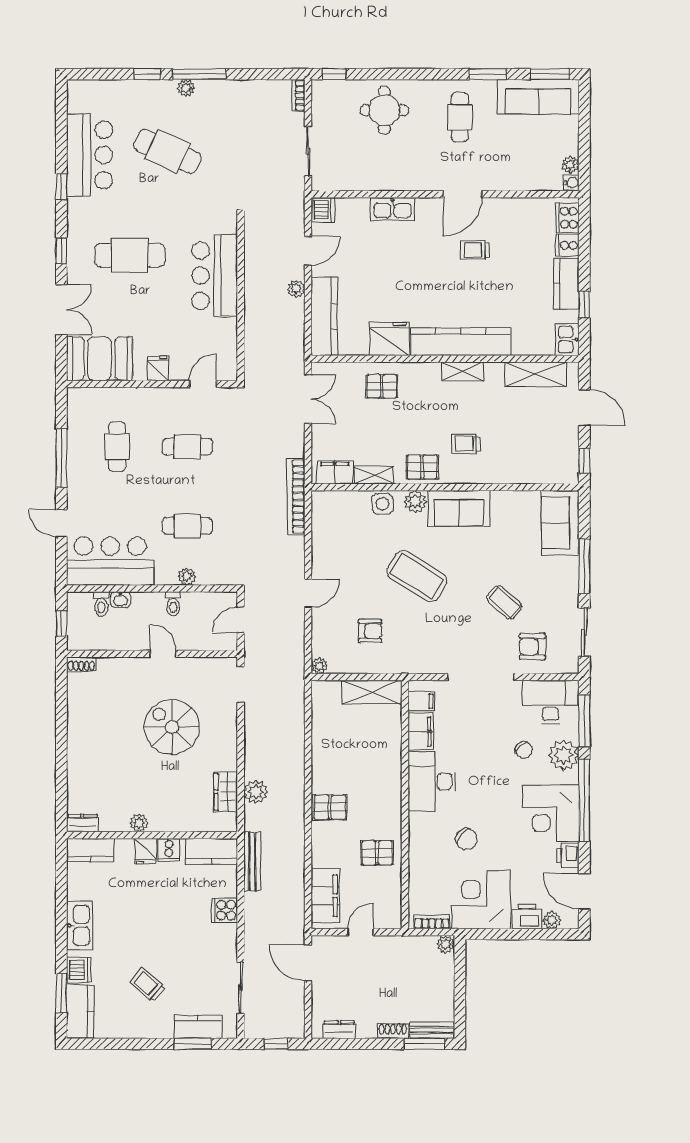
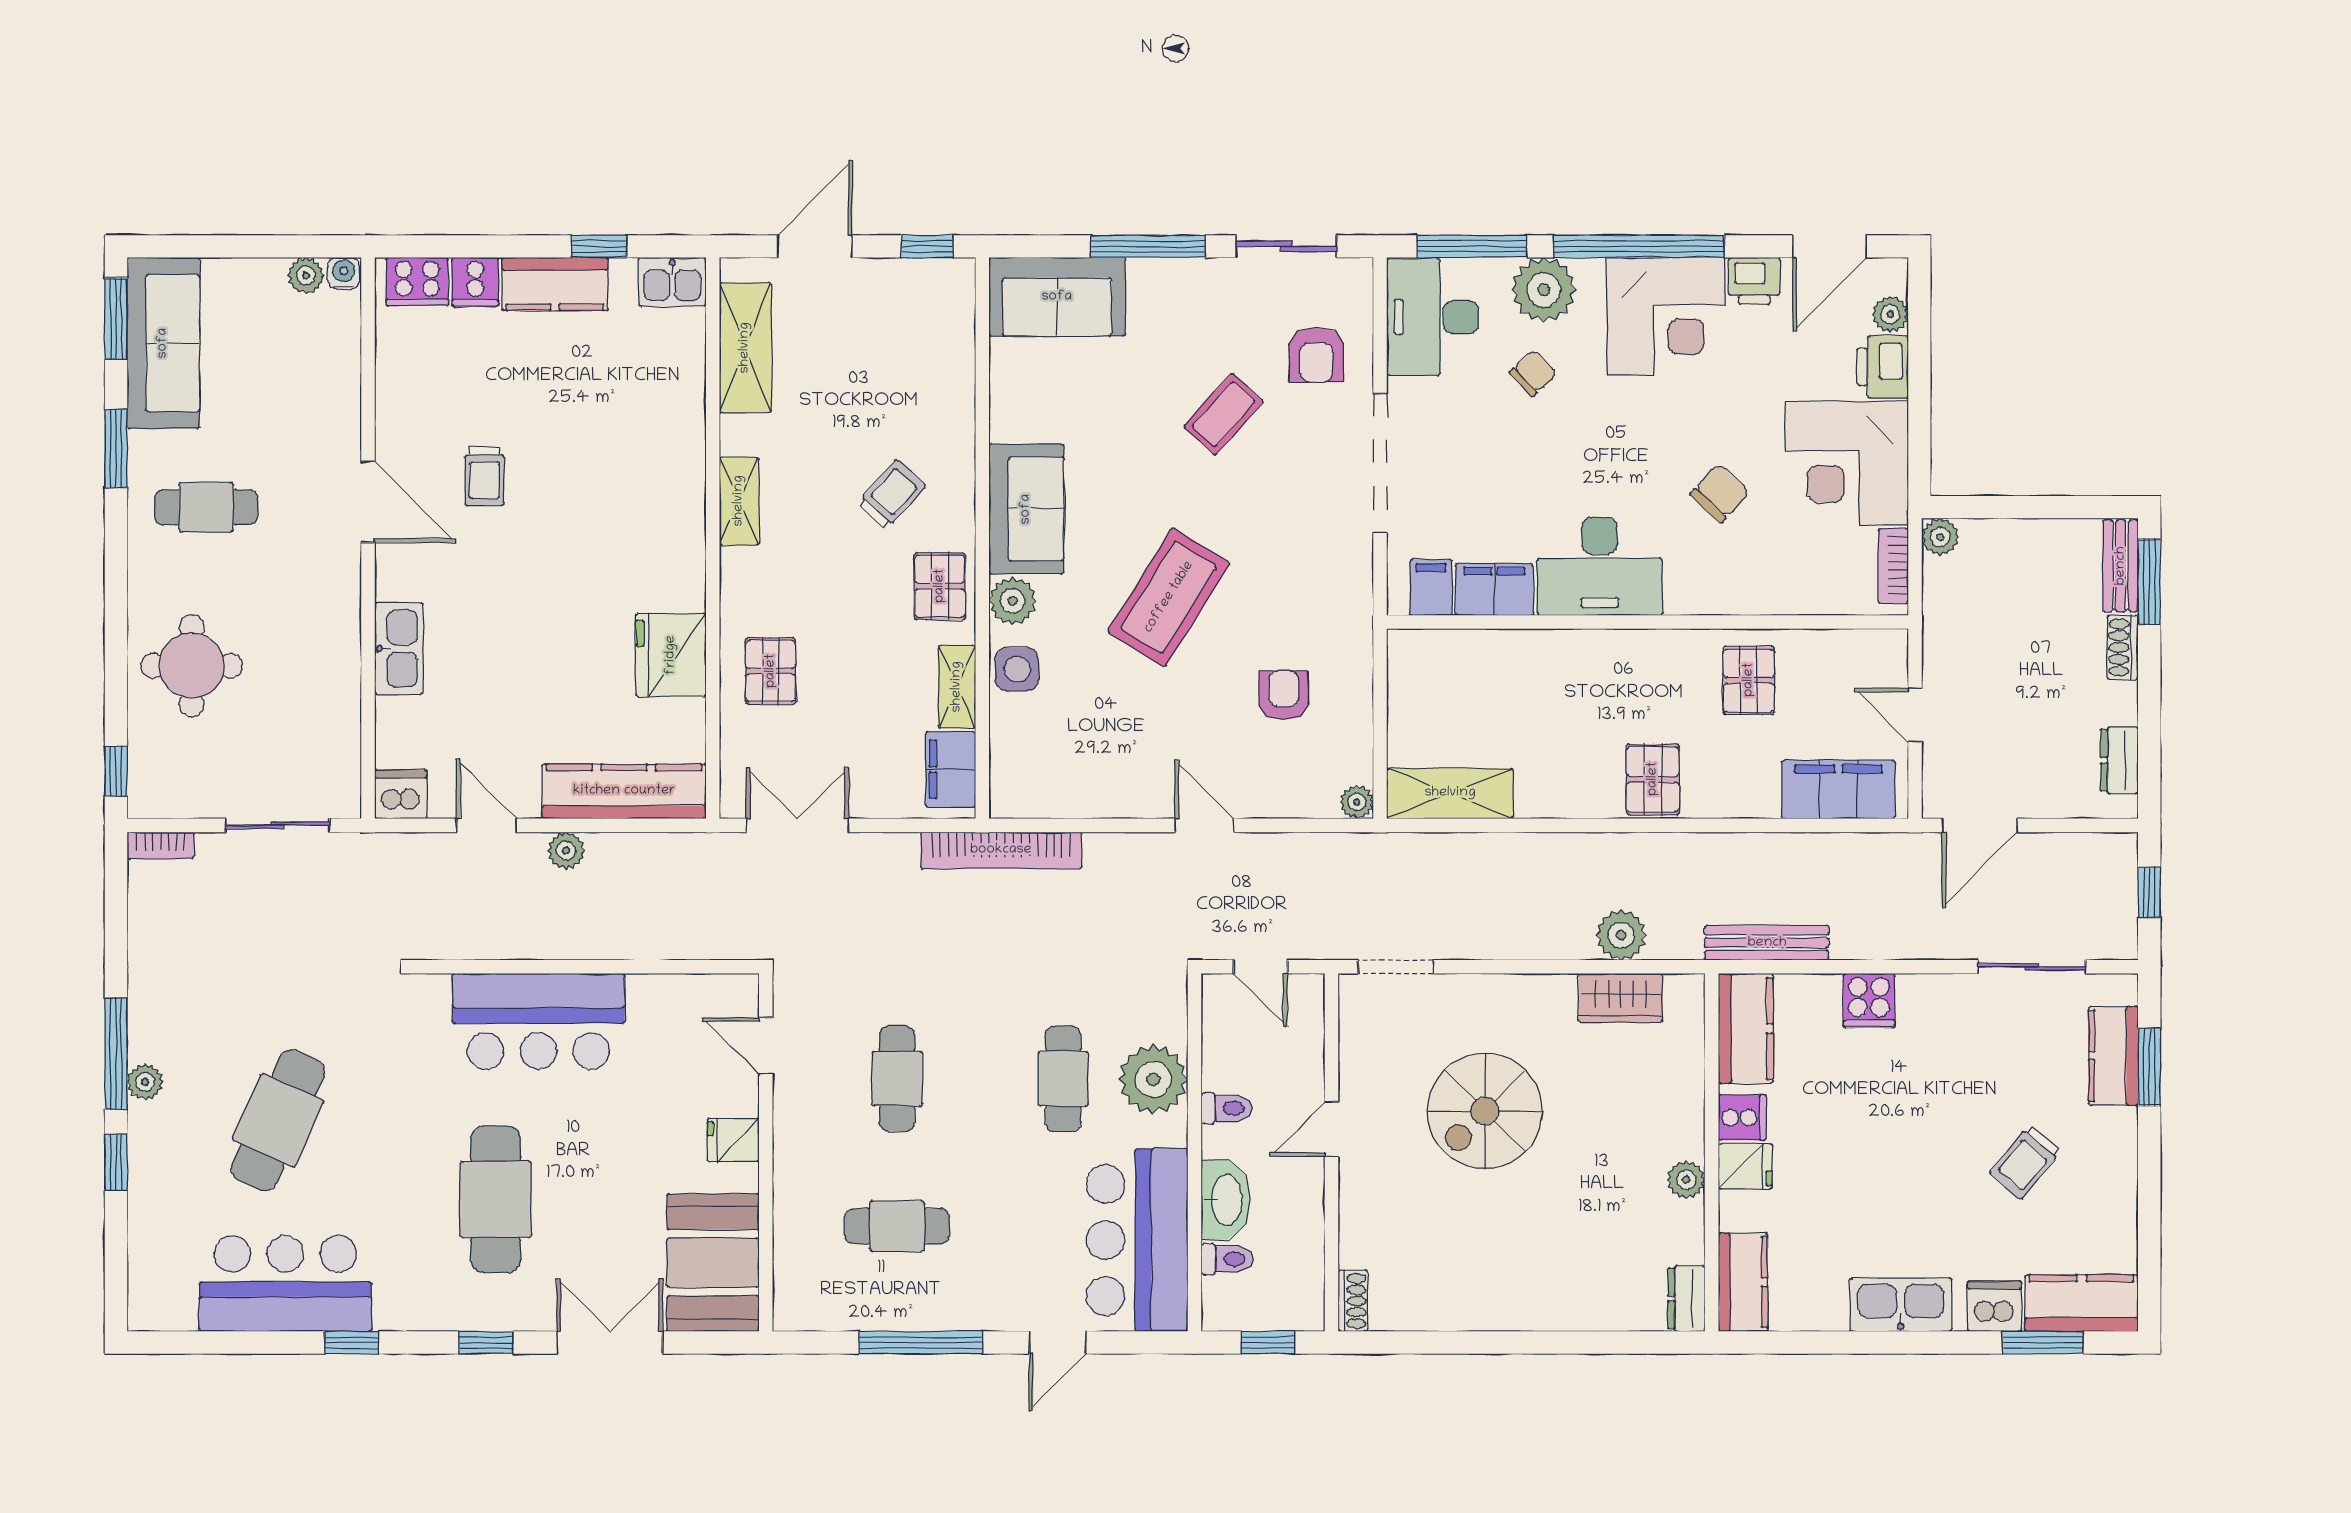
kitchen counter: (461, 342) -> (677, 505), removed
trolley: (466, 444) -> (891, 494), turned -138
plant: (187, 577) -> (1153, 1079), width x1.87, depth x1.87
washbasin: (120, 600) -> (1225, 1200), width x1.91, depth x1.45
shelving: (372, 692) -> (1450, 793), moved, turned 90

